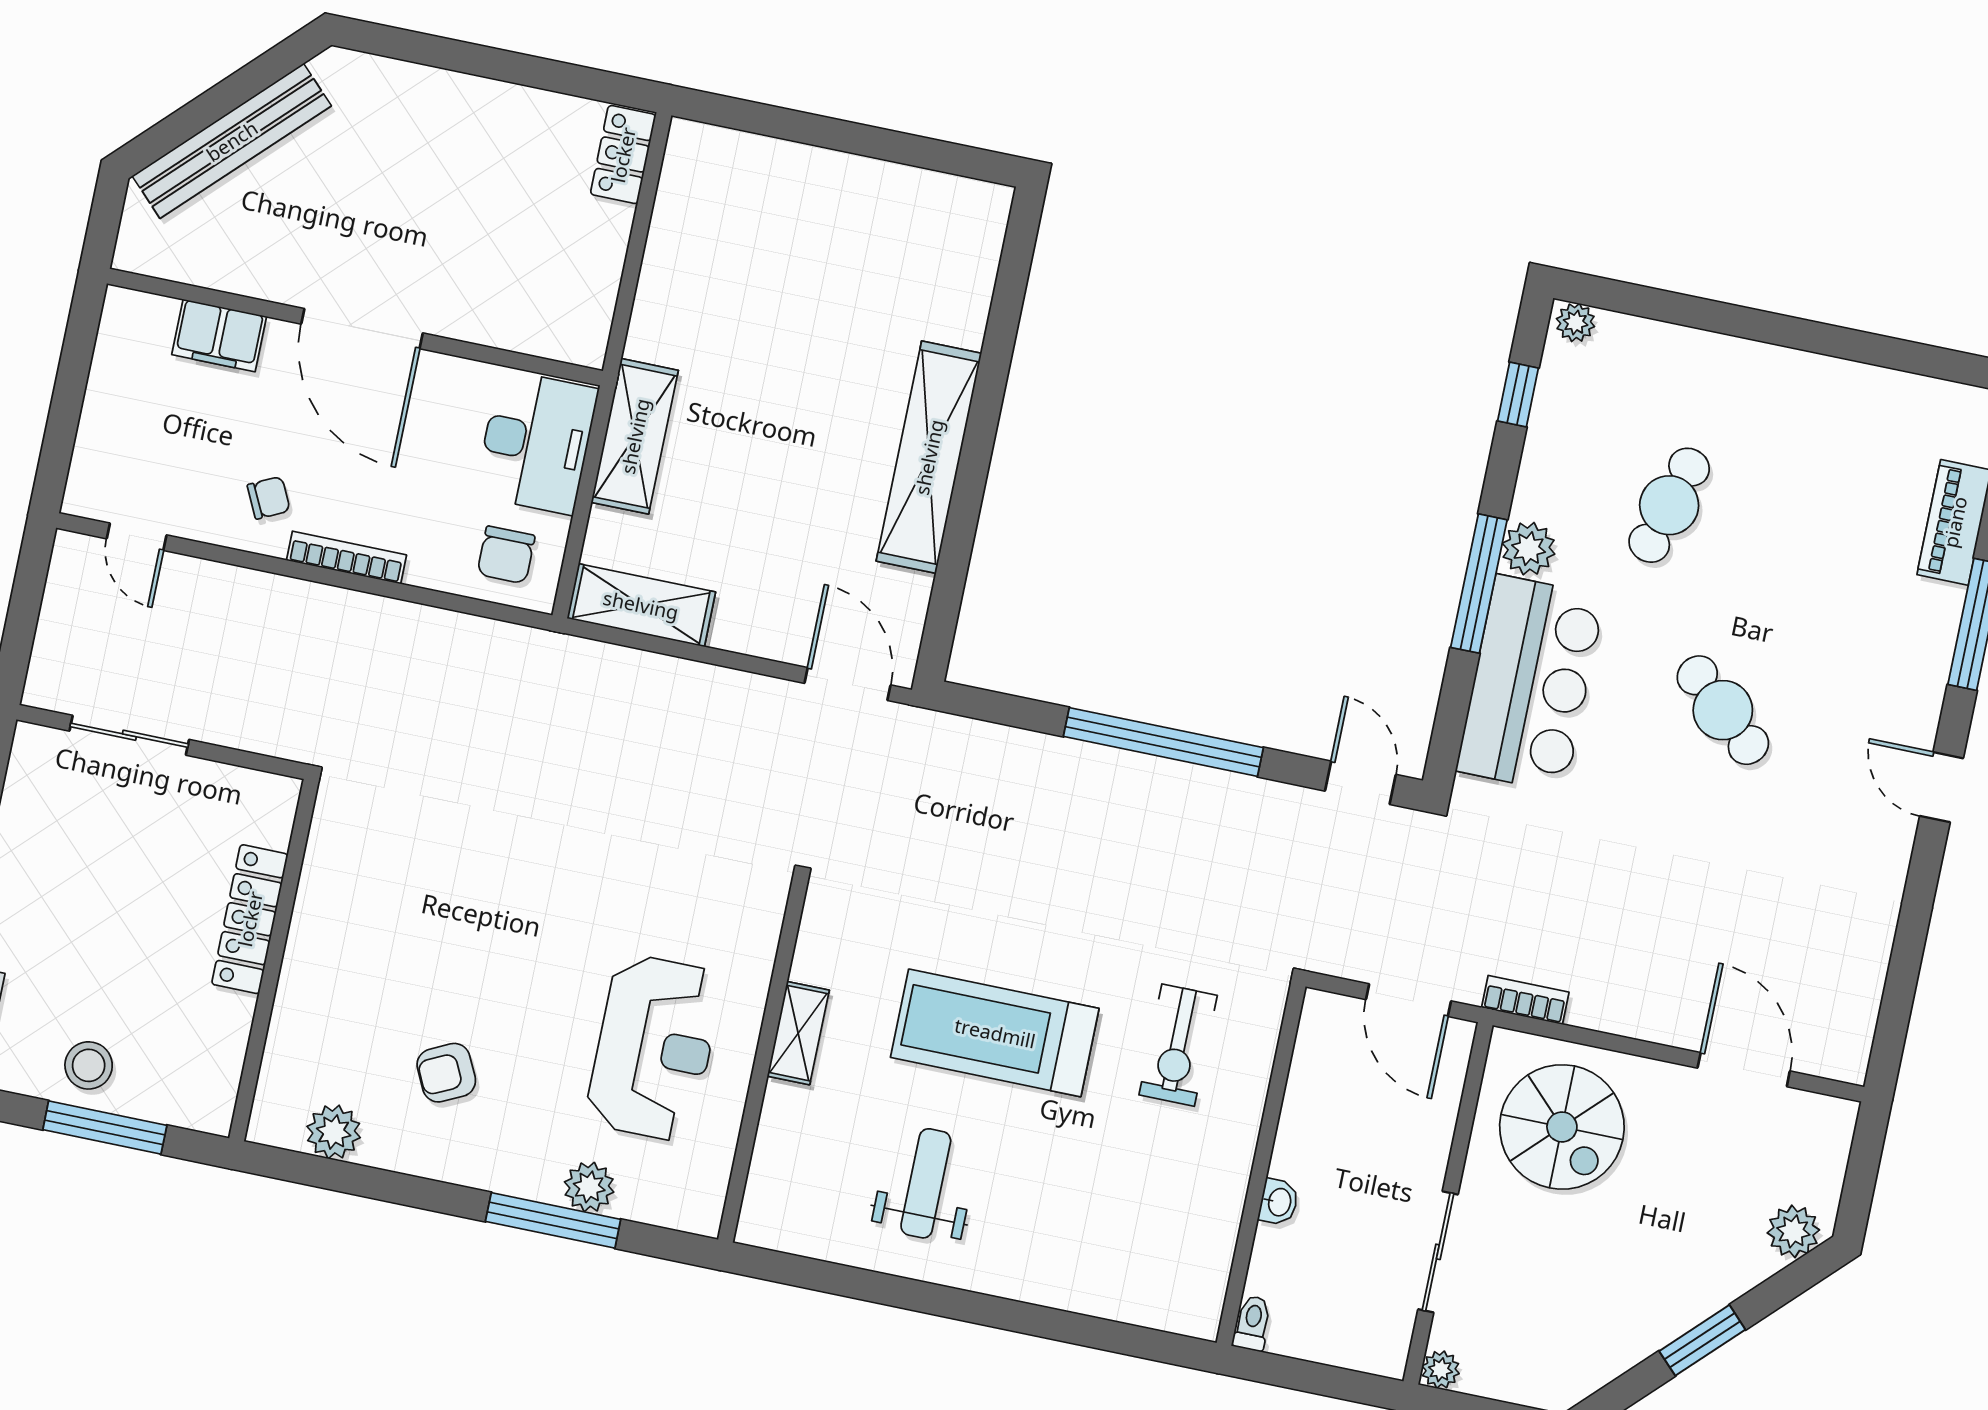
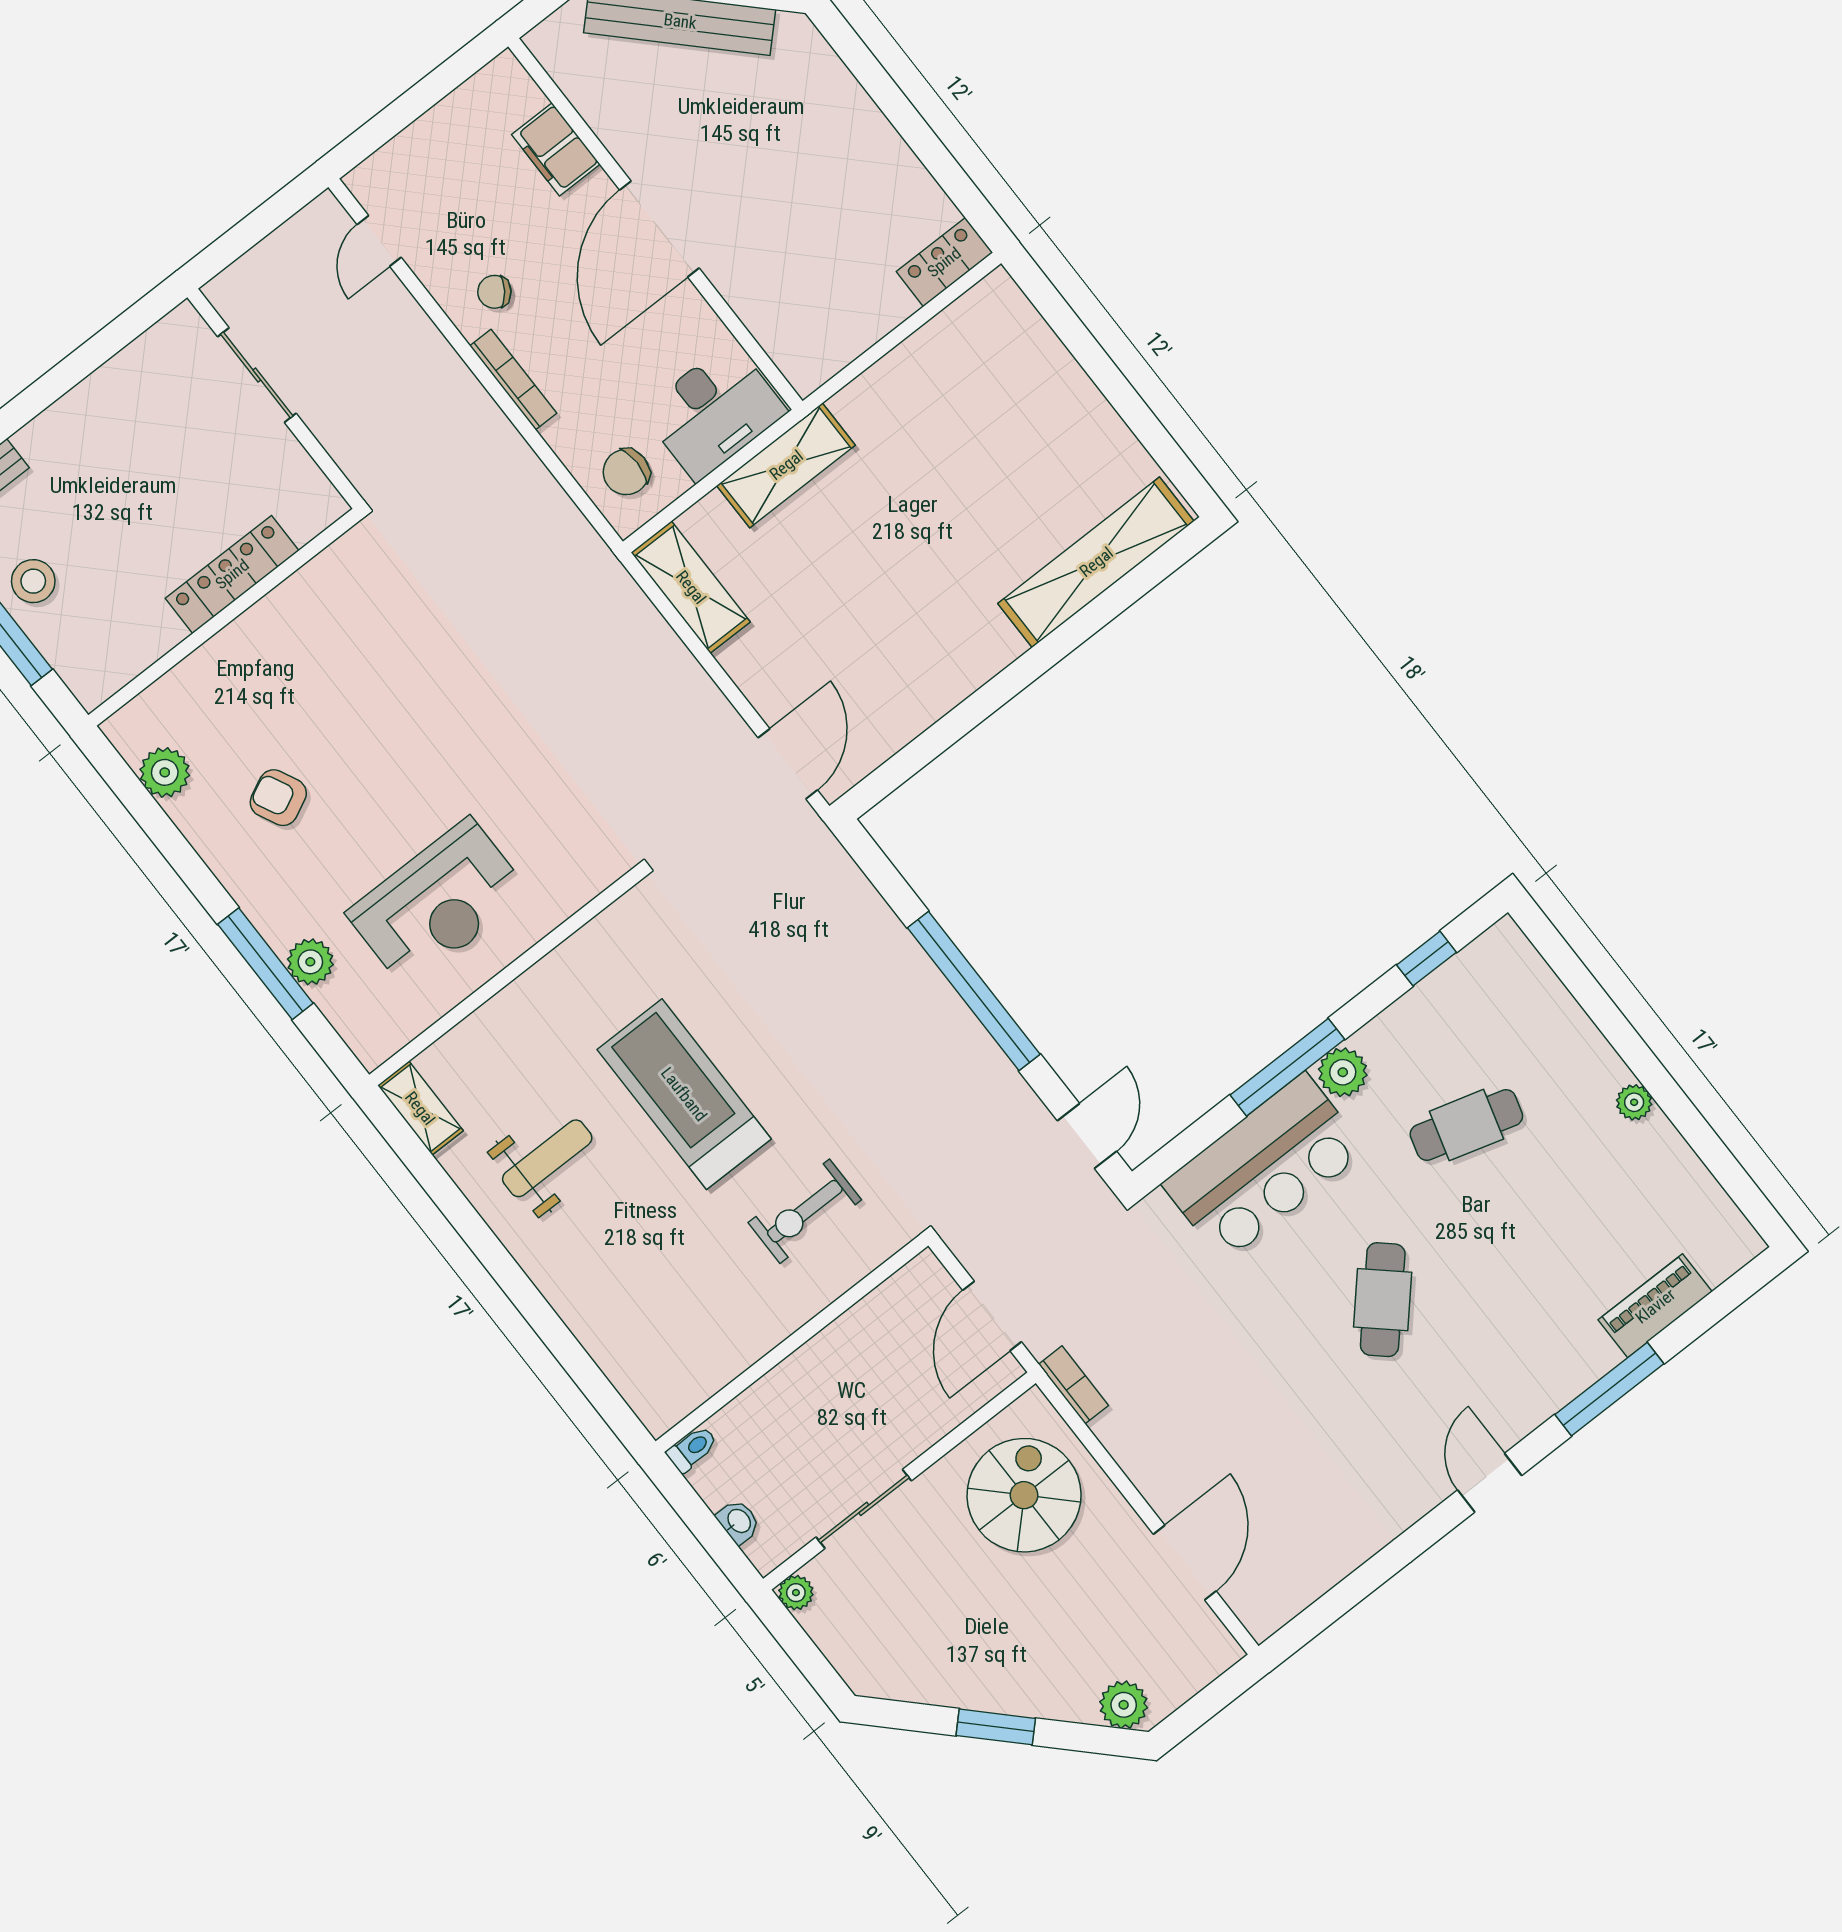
plant: (1576, 323) -> (1634, 1102), moved
shelving: (929, 457) -> (1096, 562), moved
chair: (269, 498) -> (494, 292), turned 152
shelving: (798, 1033) -> (420, 1108), moved, turned 90
spiral stairs: (1562, 1127) -> (1024, 1495), turned 180
washbasin: (1279, 1202) -> (738, 1522), moved, turned -90

